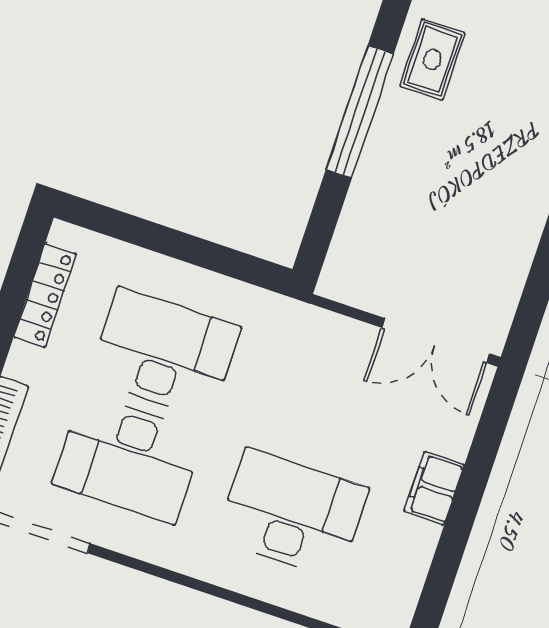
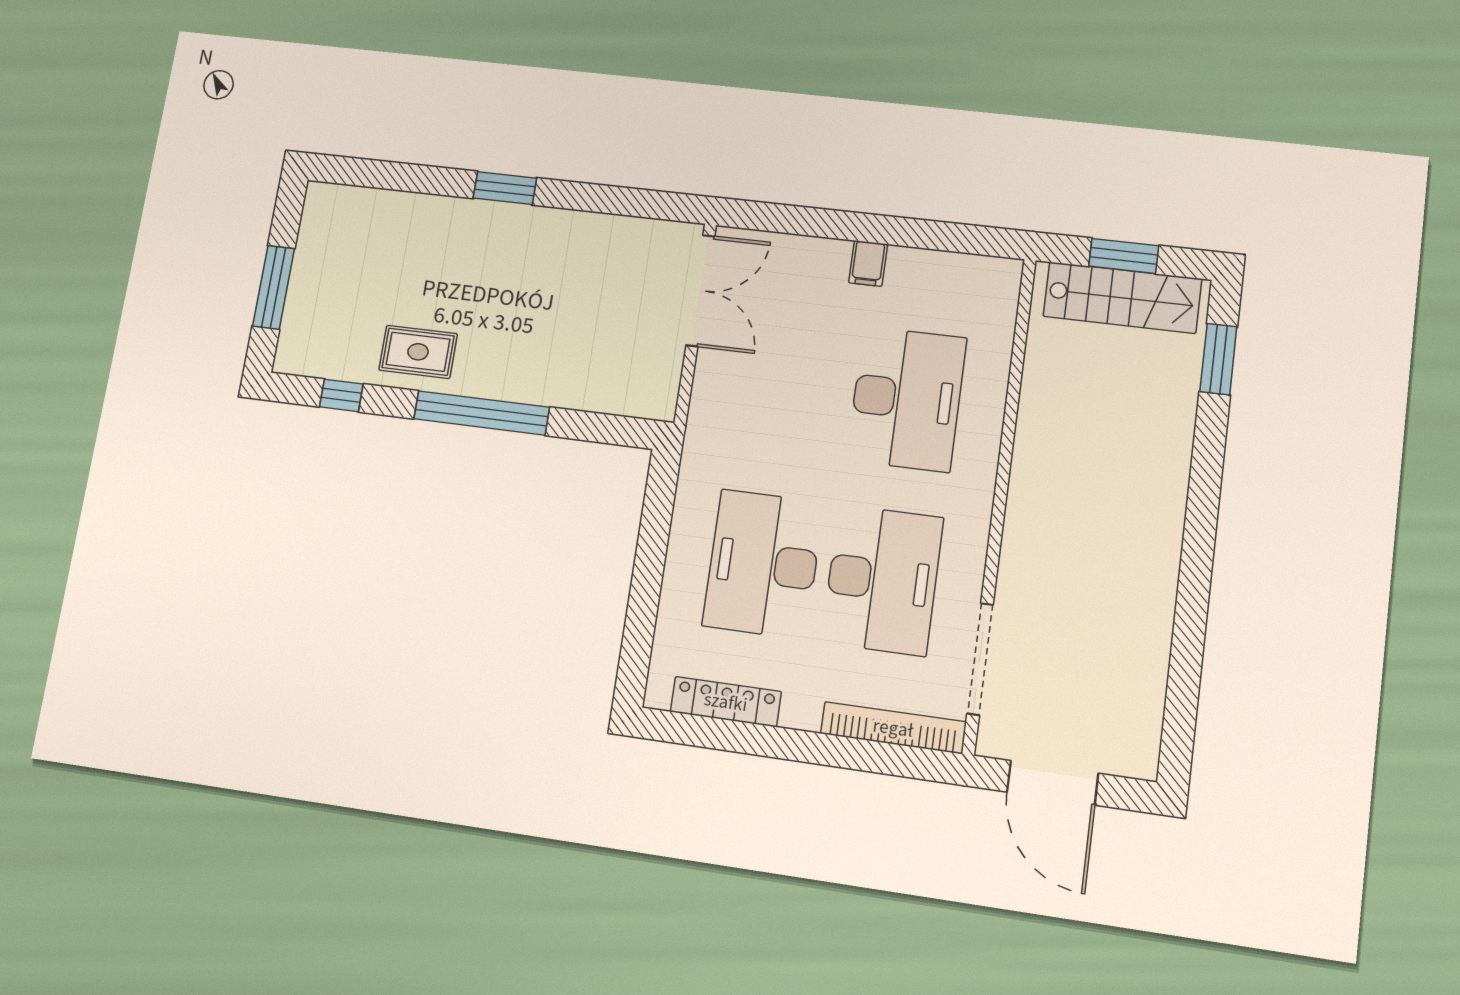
filing cabinet: (434, 488) -> (868, 263), width x0.50
desk: (292, 513) -> (907, 399), turned 180

